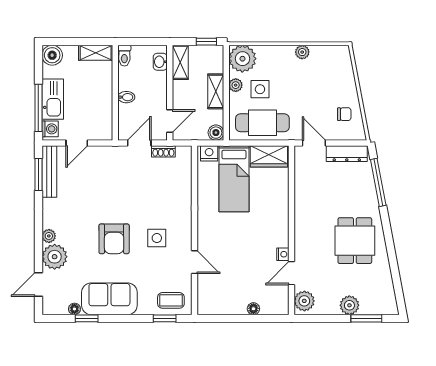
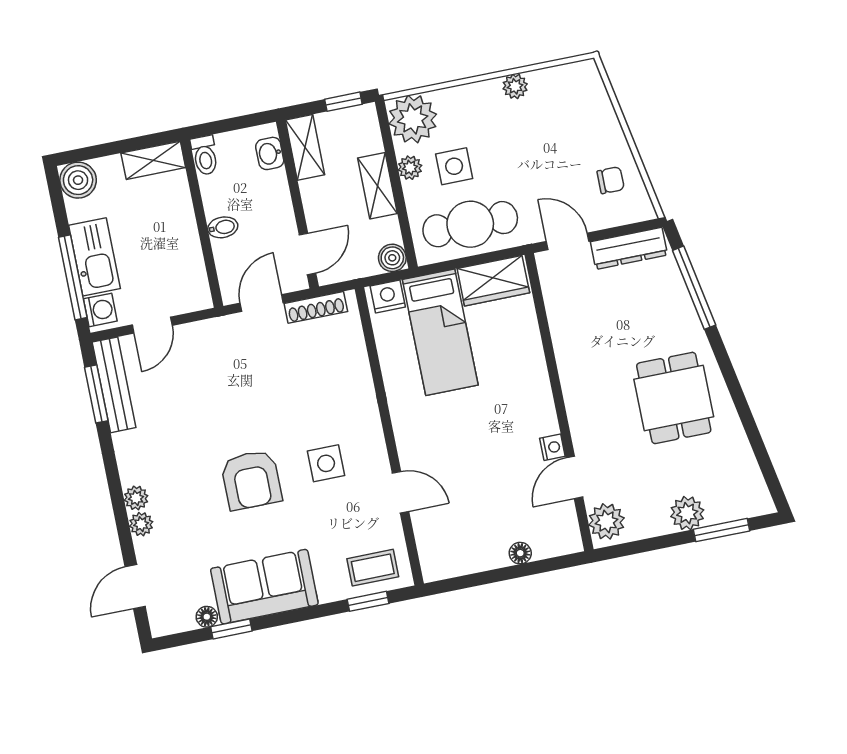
shoe rack: (163, 151) -> (316, 307), width x1.43
plant: (55, 257) -> (141, 524), width x0.53, depth x0.53

